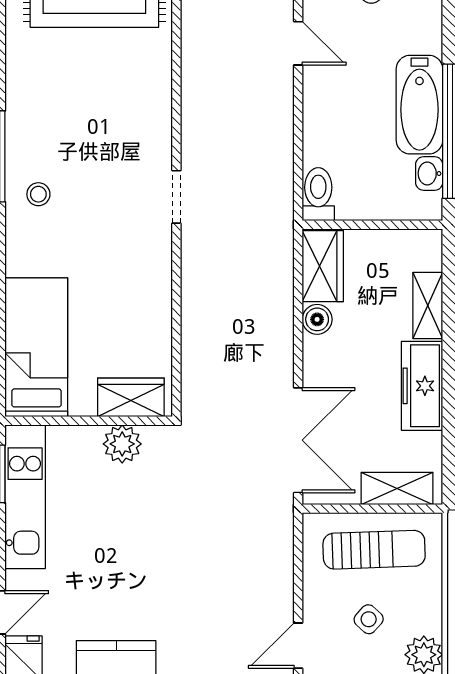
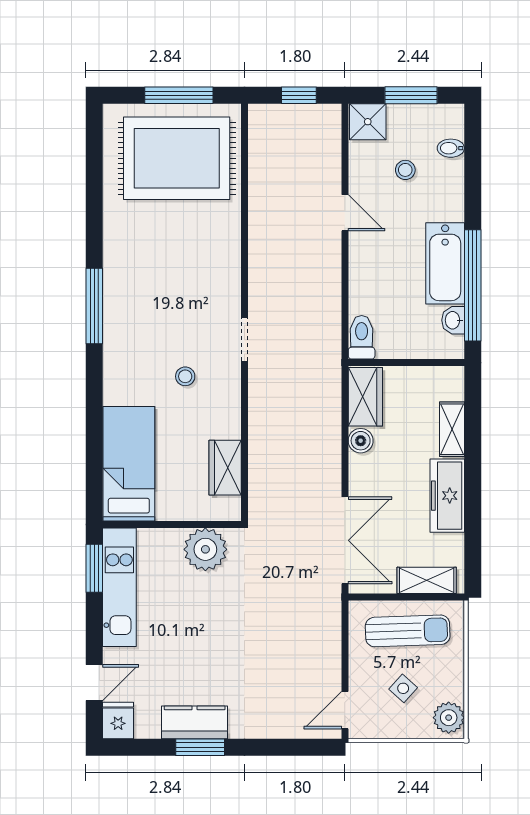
stool: (38, 194) -> (185, 376), moved
wardrobe: (131, 397) -> (225, 468), moved, turned -90
plant: (122, 444) -> (205, 549), width x1.36, depth x1.36

